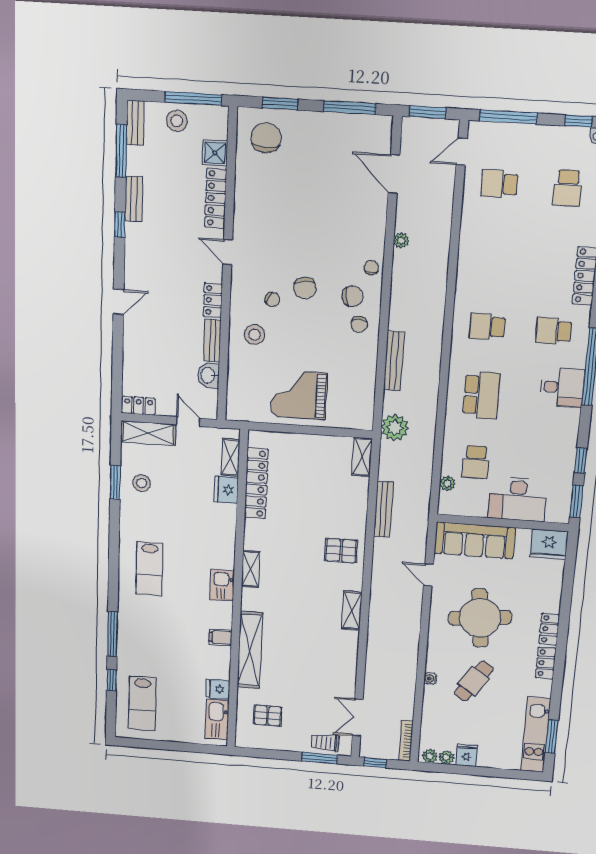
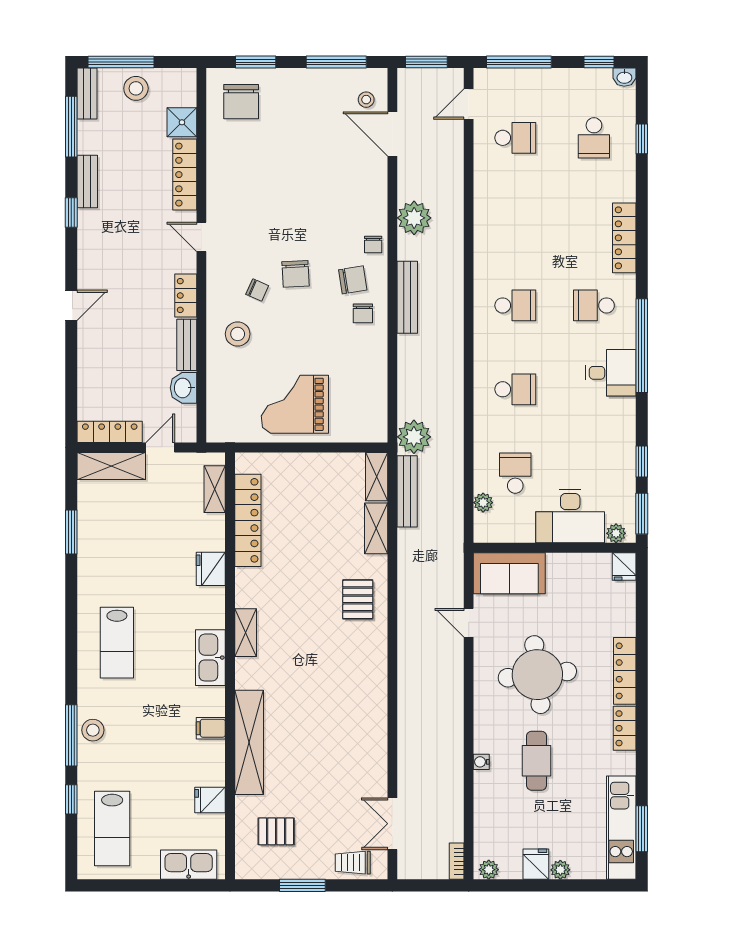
window: (193, 98) -> (121, 62), moved
chair: (266, 138) -> (241, 102), turned 180
stool: (373, 142) -> (366, 100), added
school desk: (499, 184) -> (515, 138), turned 180
plant: (401, 240) -> (414, 218), width x1.87, depth x1.87
chair: (371, 268) -> (373, 244), turned 180
school desk: (487, 327) -> (515, 305), turned 180
bench: (394, 361) -> (407, 297), moved
school desk: (481, 395) -> (515, 389), width x0.54
locker: (139, 406) -> (110, 432), width x1.53
door: (188, 421) -> (160, 447), hinge flipped
school desk: (476, 462) -> (515, 473), turned 180
stool: (142, 483) -> (93, 730), moved
fridge: (226, 490) -> (211, 569), moved
bench: (383, 509) -> (407, 491), moved
plant: (554, 515) -> (616, 533), added
sofa: (475, 540) -> (509, 573), width x0.73
fridge: (549, 544) -> (624, 566), width x0.53, depth x0.75
pallet: (341, 551) -> (358, 599), turned 90
kitchen sink: (222, 585) -> (210, 658), width x1.38
shelving: (352, 610) -> (376, 528), moved
locker: (549, 629) -> (625, 671), width x1.53
cafe table: (474, 681) -> (537, 761), turned -34
kitchen sink: (217, 720) -> (189, 865), moved, turned 90
bookcase: (406, 741) -> (457, 861), width x0.64
plant: (446, 757) -> (560, 870), moved
window: (320, 758) -> (302, 885), moved
window: (375, 763) -> (419, 885), removed

